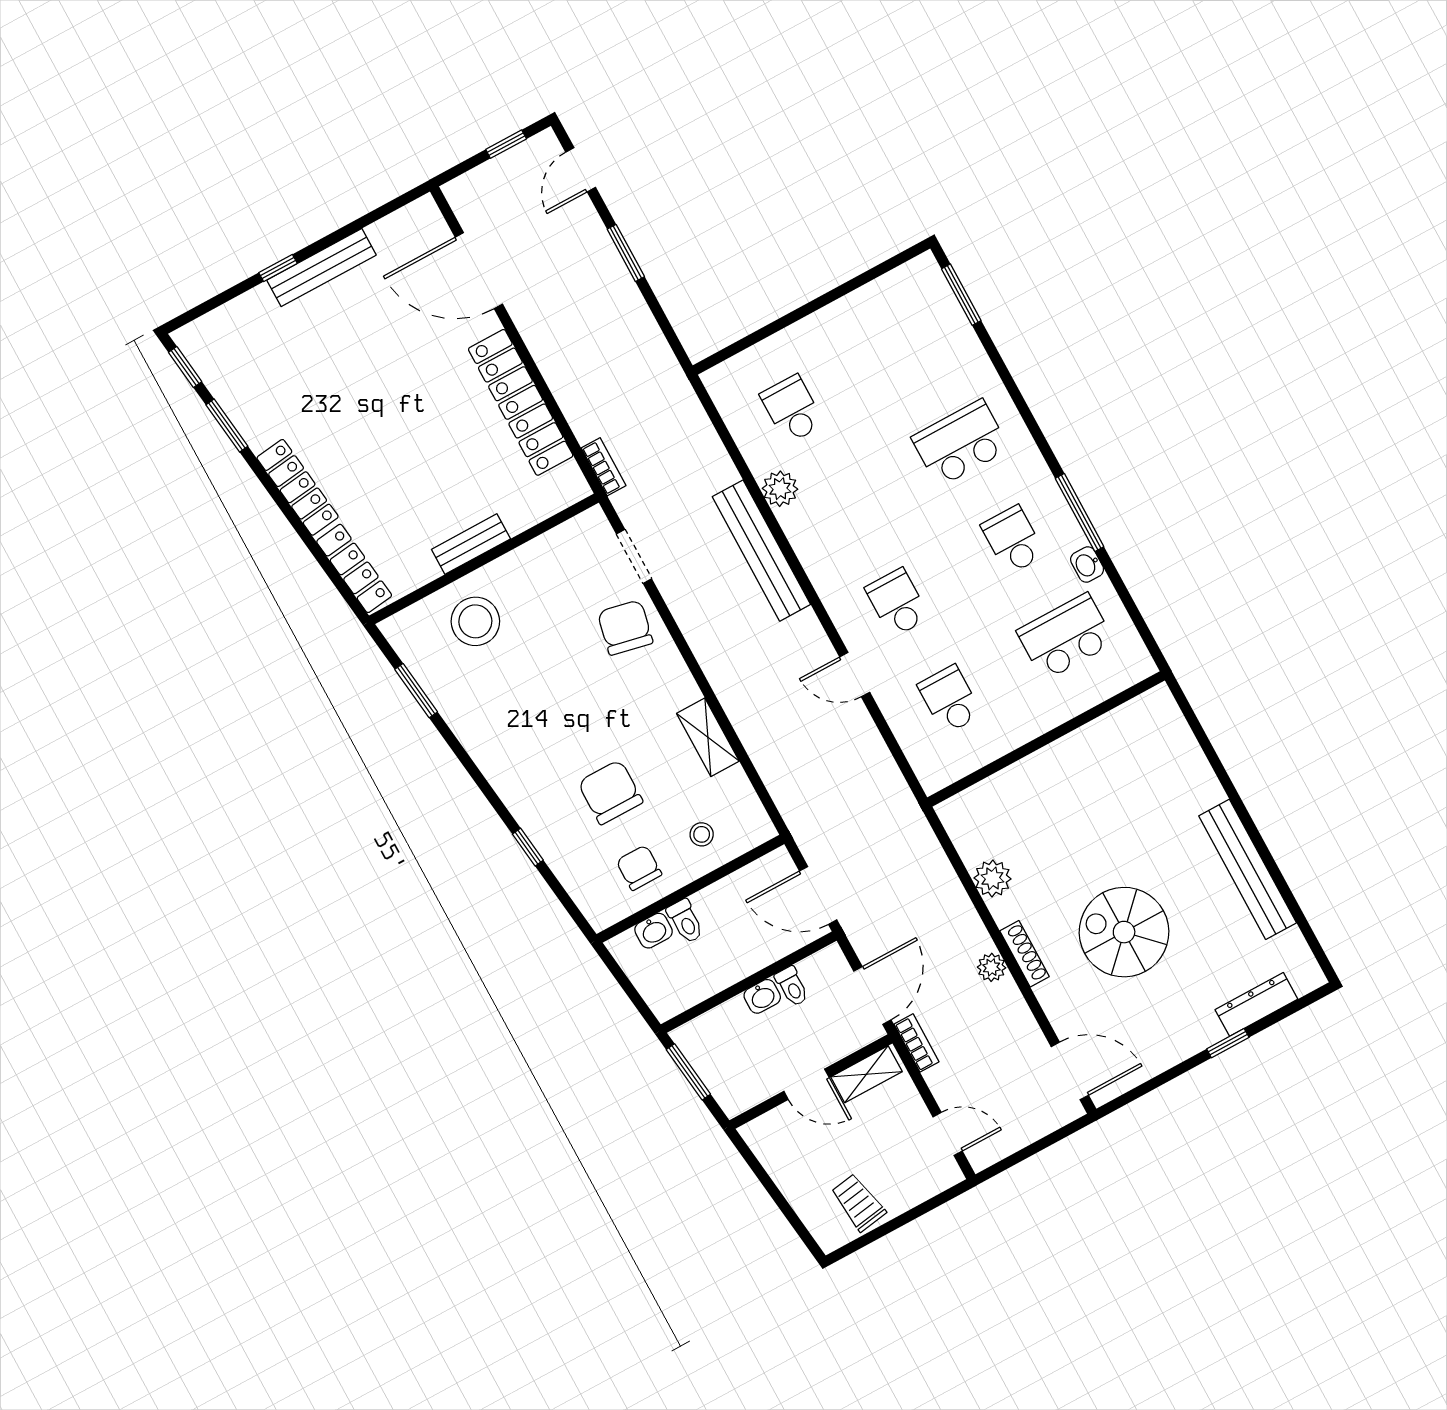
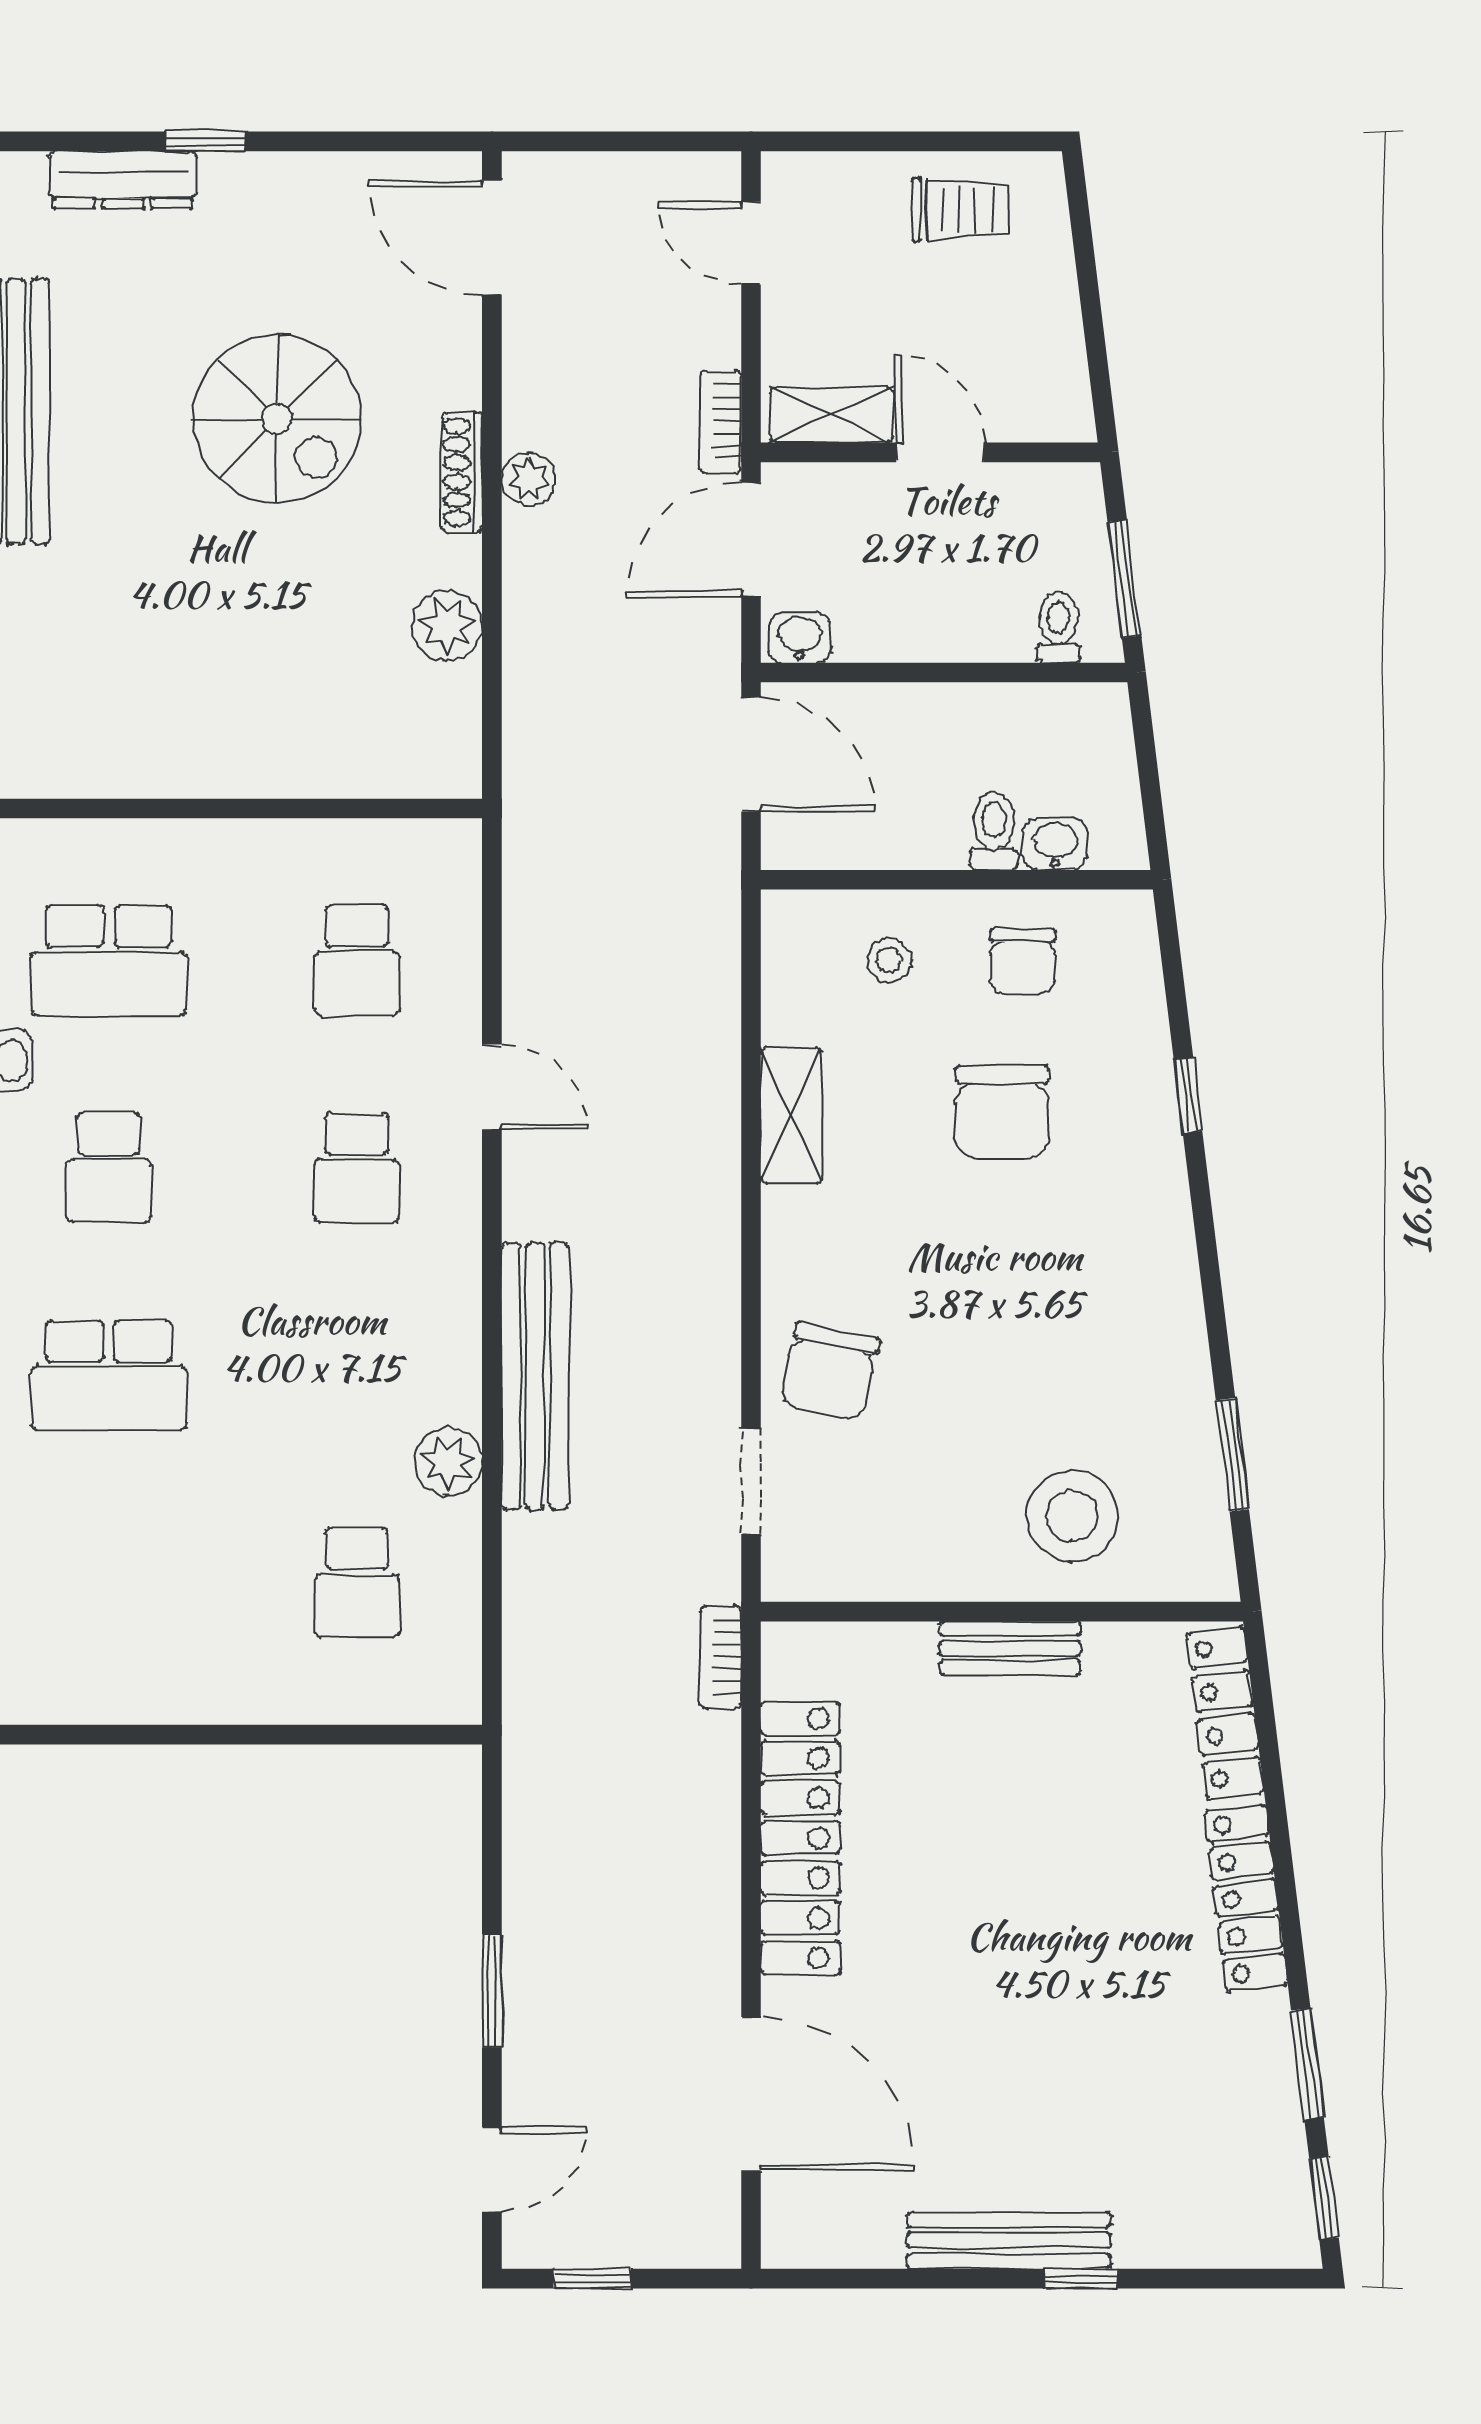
toilet: (792, 986) -> (1059, 627), moved
washbasin: (762, 996) -> (800, 638), moved
trolley: (858, 1203) -> (961, 210), turned -81

